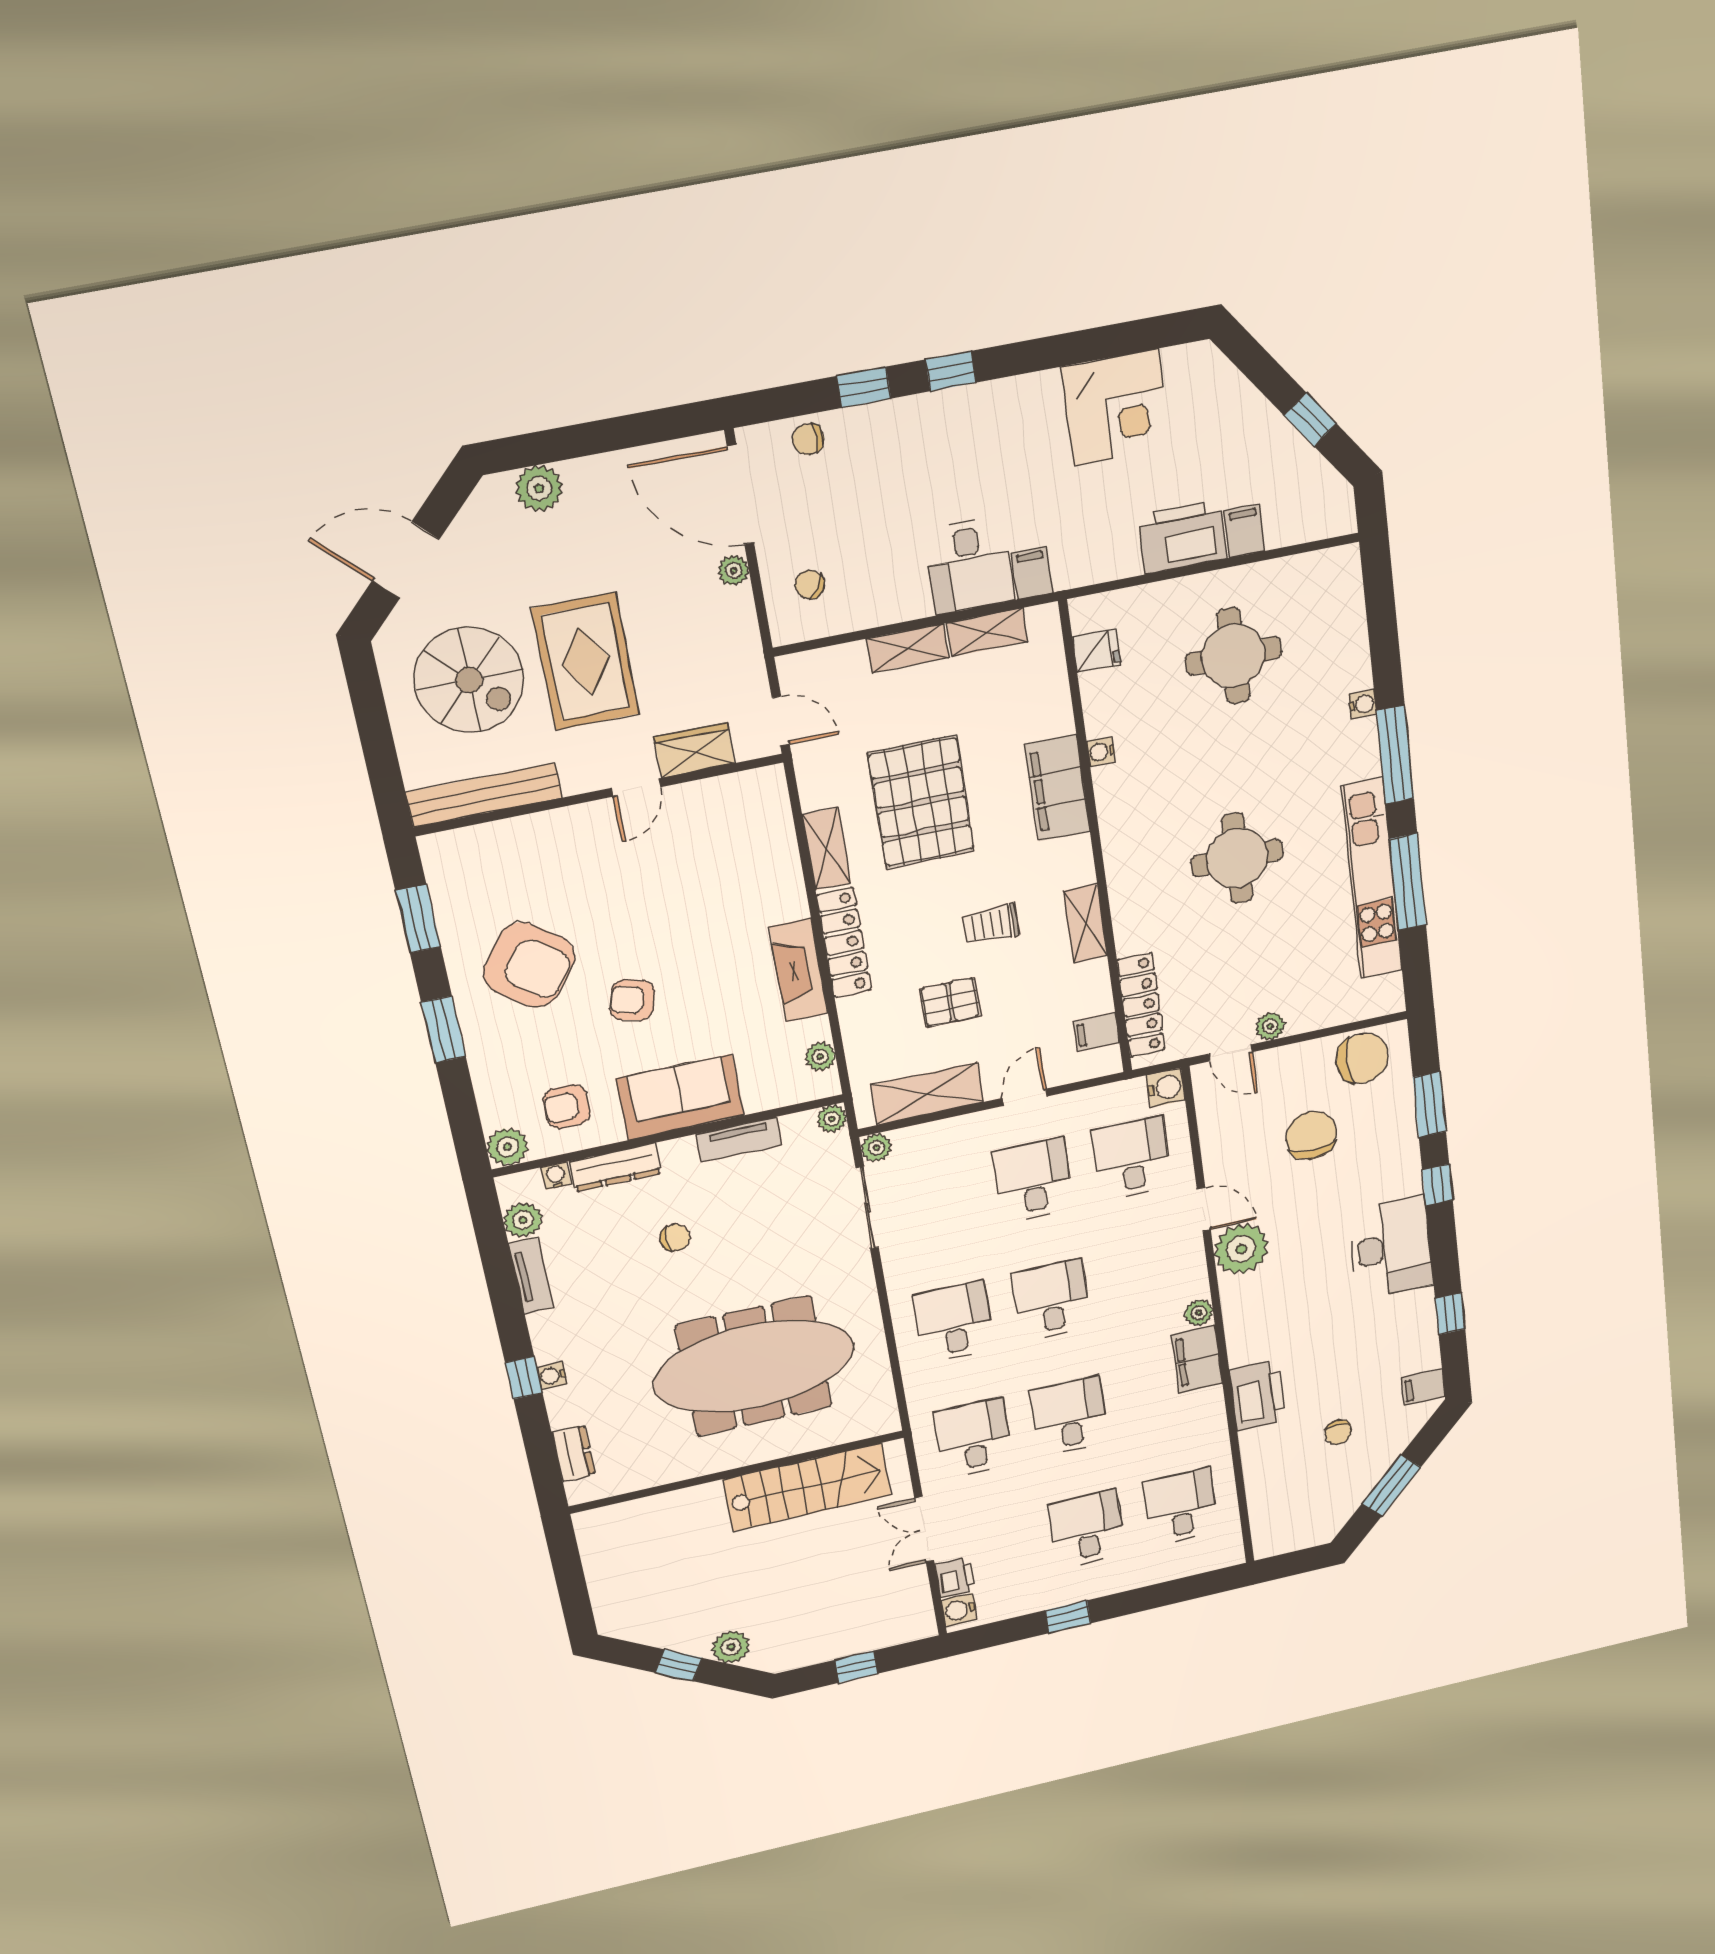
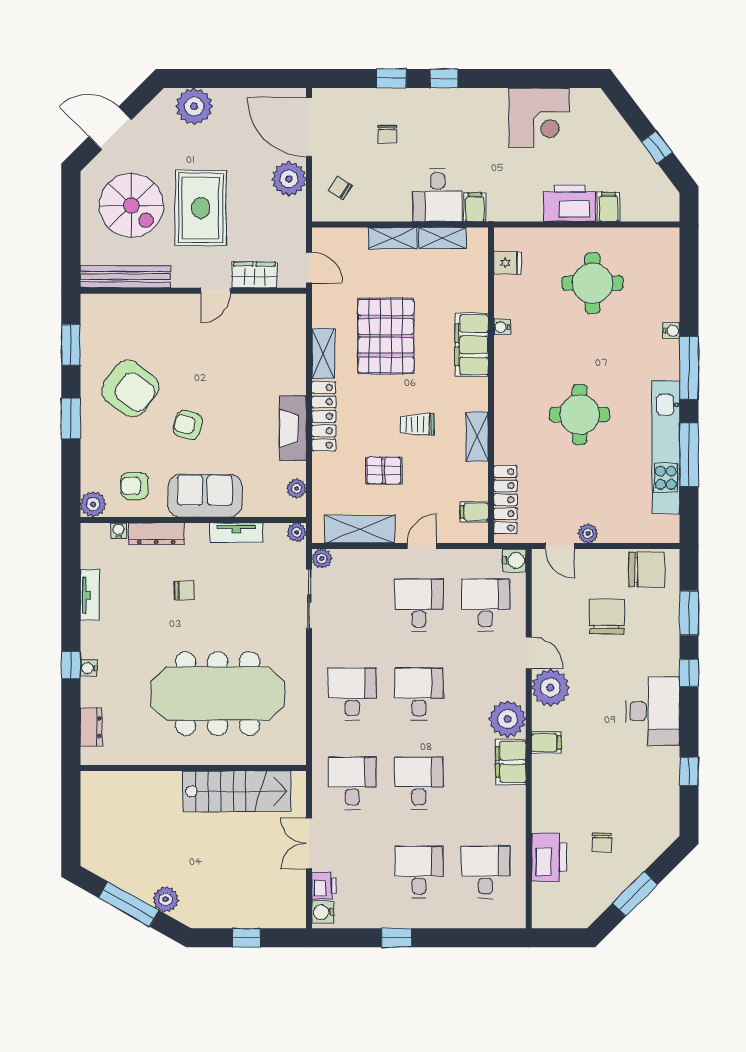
chair: (808, 439) -> (387, 134), moved, turned -90
plant: (539, 488) -> (194, 106), width x1.36, depth x1.36
plant: (733, 570) -> (289, 179), width x1.88, depth x1.88
plant: (523, 1220) -> (92, 556), removed
plant: (1199, 1313) -> (508, 719), width x1.87, depth x1.87
filing cabinet: (1423, 1387) -> (546, 743), moved, turned 180
printer: (1258, 1395) -> (549, 857), moved
window: (679, 1665) -> (129, 904), width x2.17

